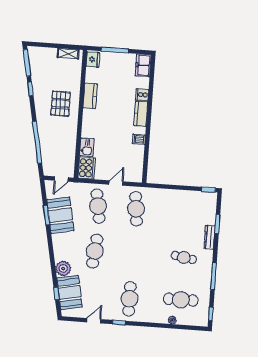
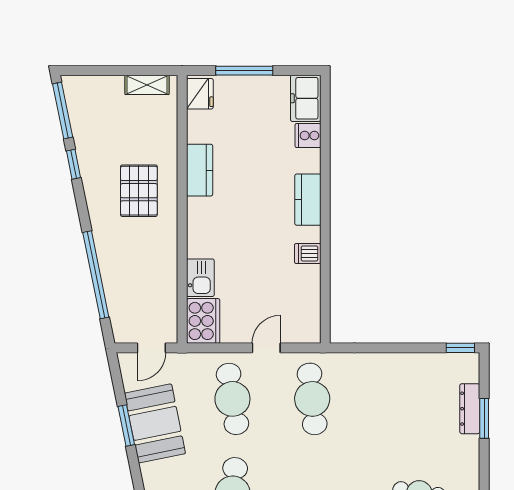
cooker: (142, 95) -> (308, 135), moved
dresser: (209, 237) -> (470, 409), moved

